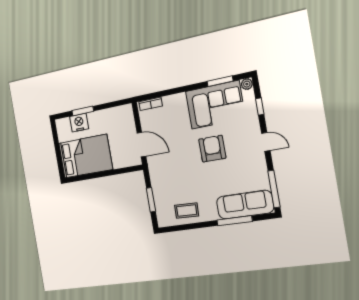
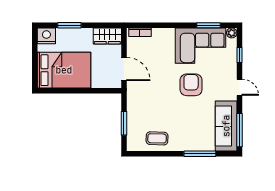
wardrobe: (120, 114) -> (107, 36), added
nightstand: (79, 123) -> (46, 36), moved
sofa: (245, 205) -> (226, 126), moved, turned -90

